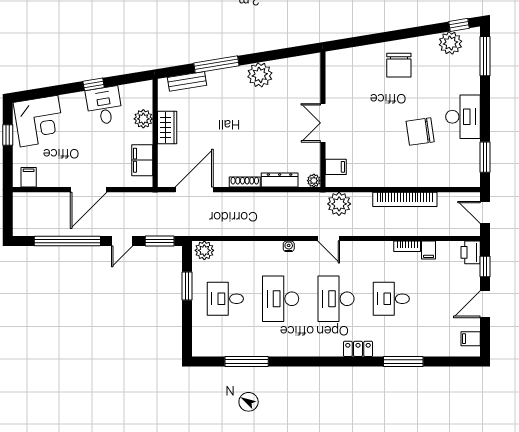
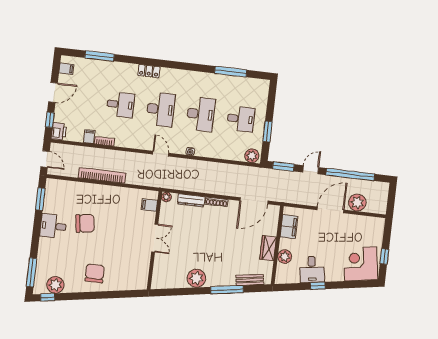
desk: (463, 117) -> (53, 226), width x0.73
filing cabinet: (29, 177) -> (373, 224), removed
plant: (339, 204) -> (357, 203), moved
window: (403, 361) -> (100, 56), moved

